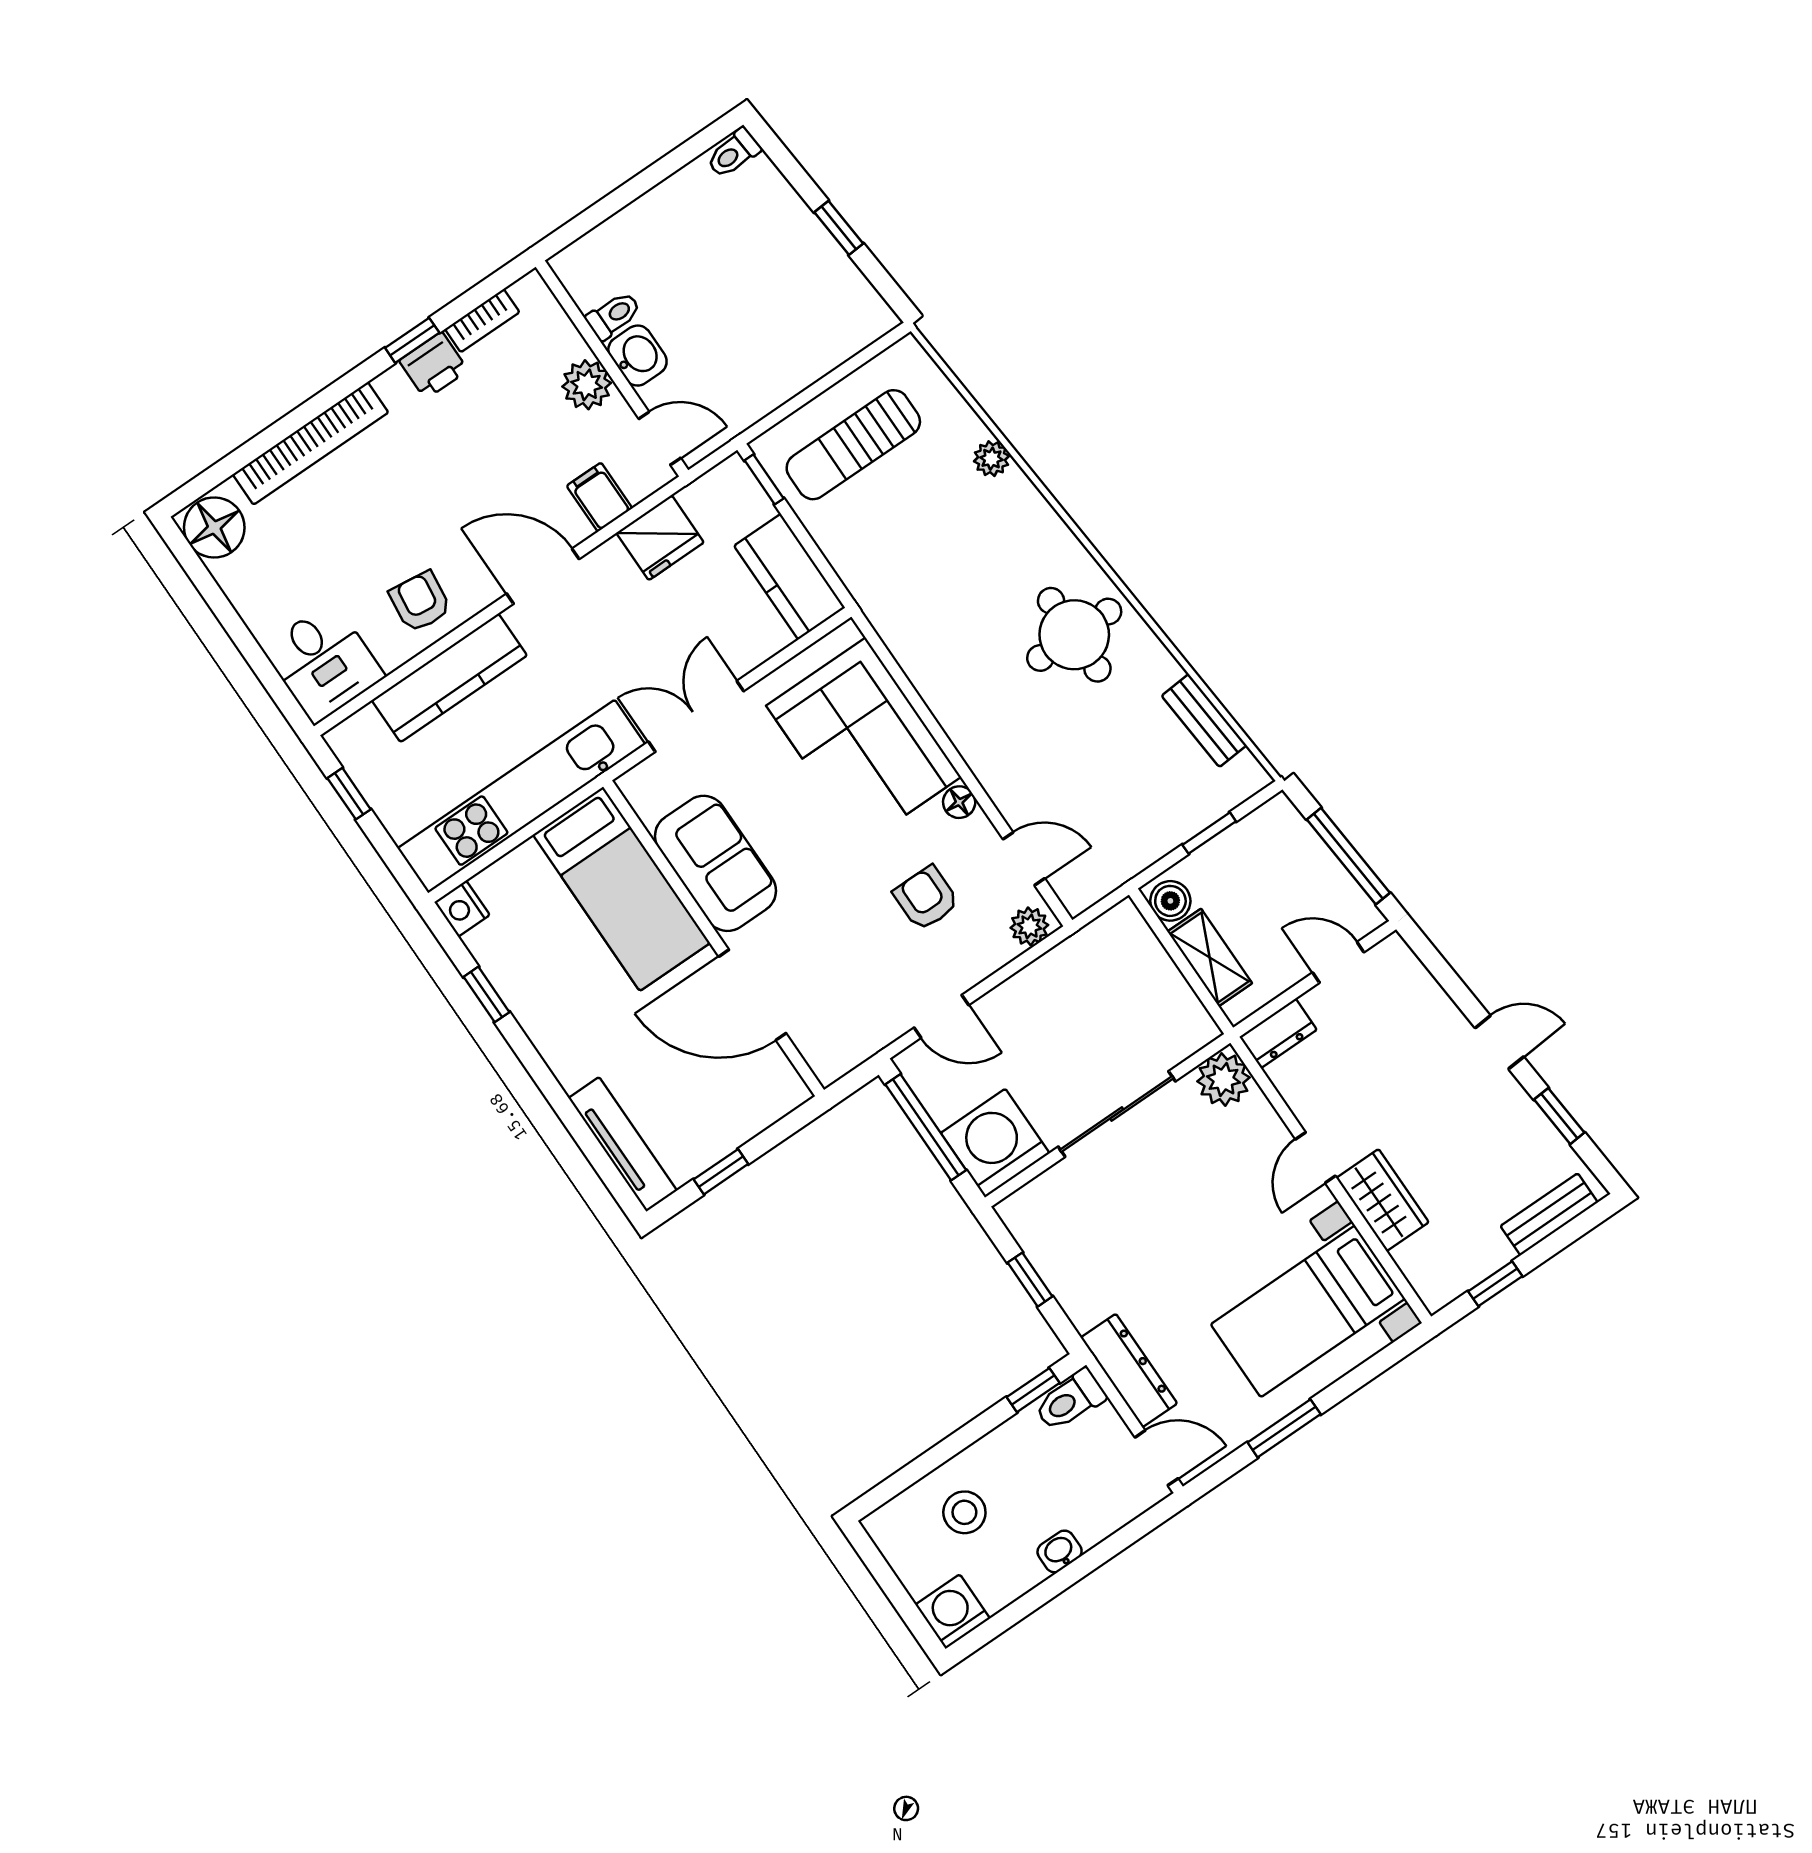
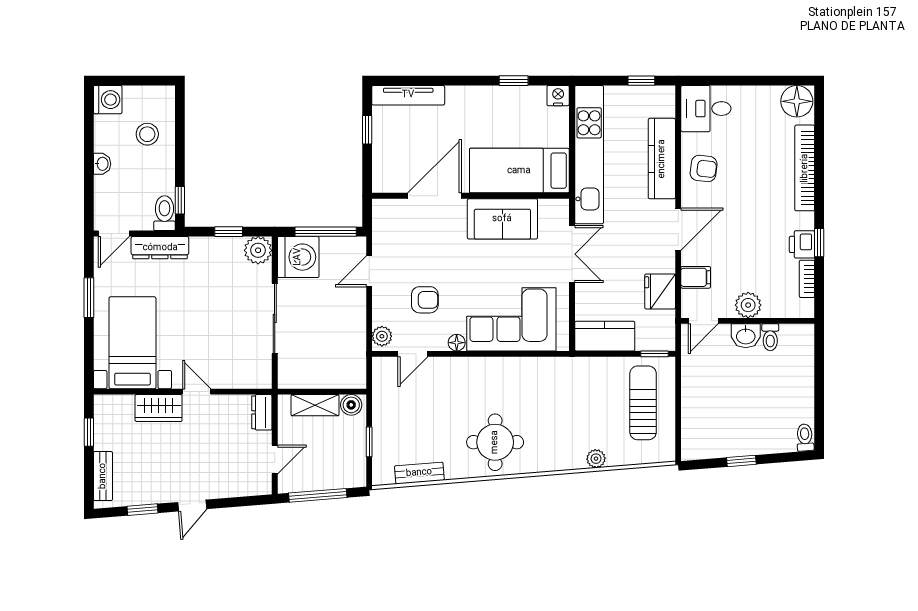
plant: (1223, 1079) -> (258, 250), moved

